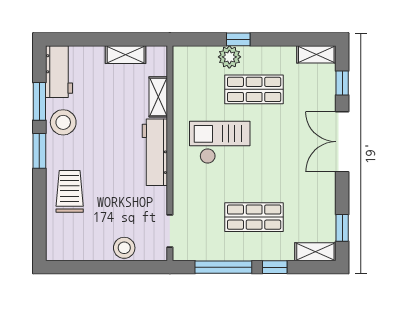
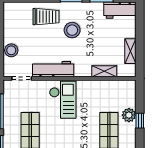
stool: (63, 122) -> (72, 30), moved
checkout: (220, 142) -> (63, 100), moved
workbench: (155, 152) -> (53, 69), moved

